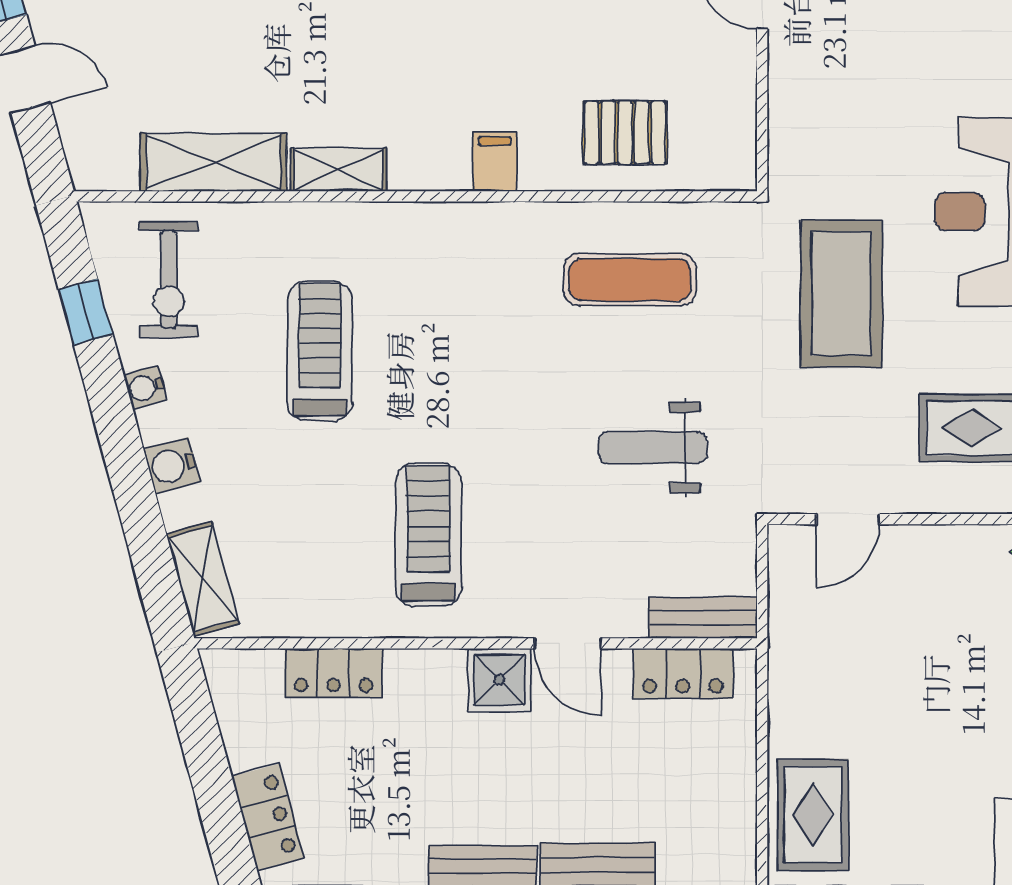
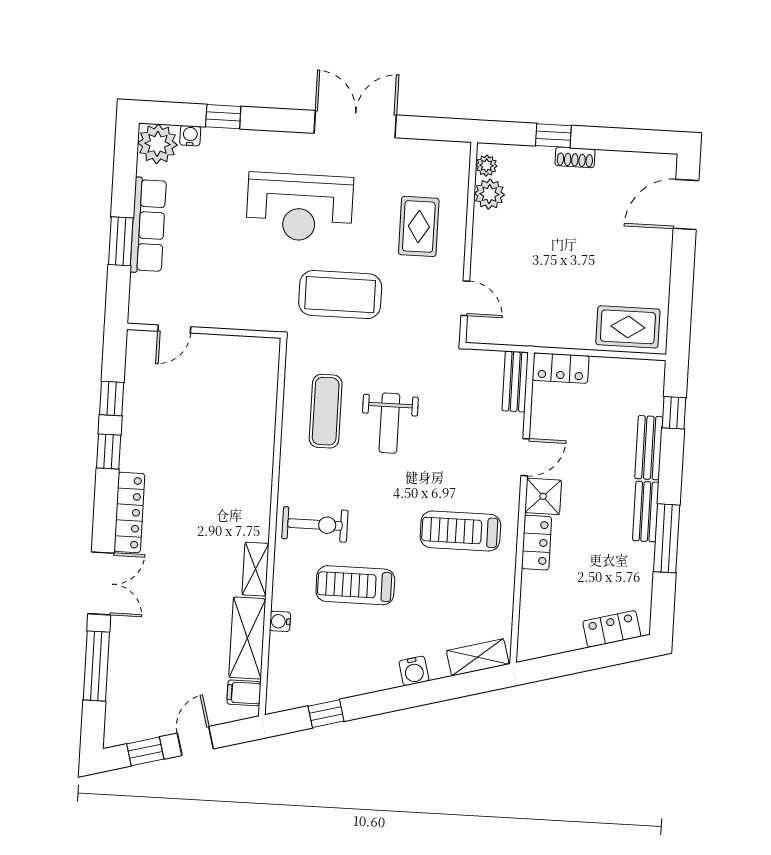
pallet: (625, 133) -> (244, 409), removed
filing cabinet: (495, 162) -> (244, 693), moved
exercise bike: (169, 279) -> (315, 524), moved
water cooler: (145, 387) -> (280, 621), moved, turned 105
weight bench: (653, 448) -> (389, 423), moved
locker: (333, 673) -> (537, 543), moved
locker: (683, 674) -> (561, 368), moved, turned 90

